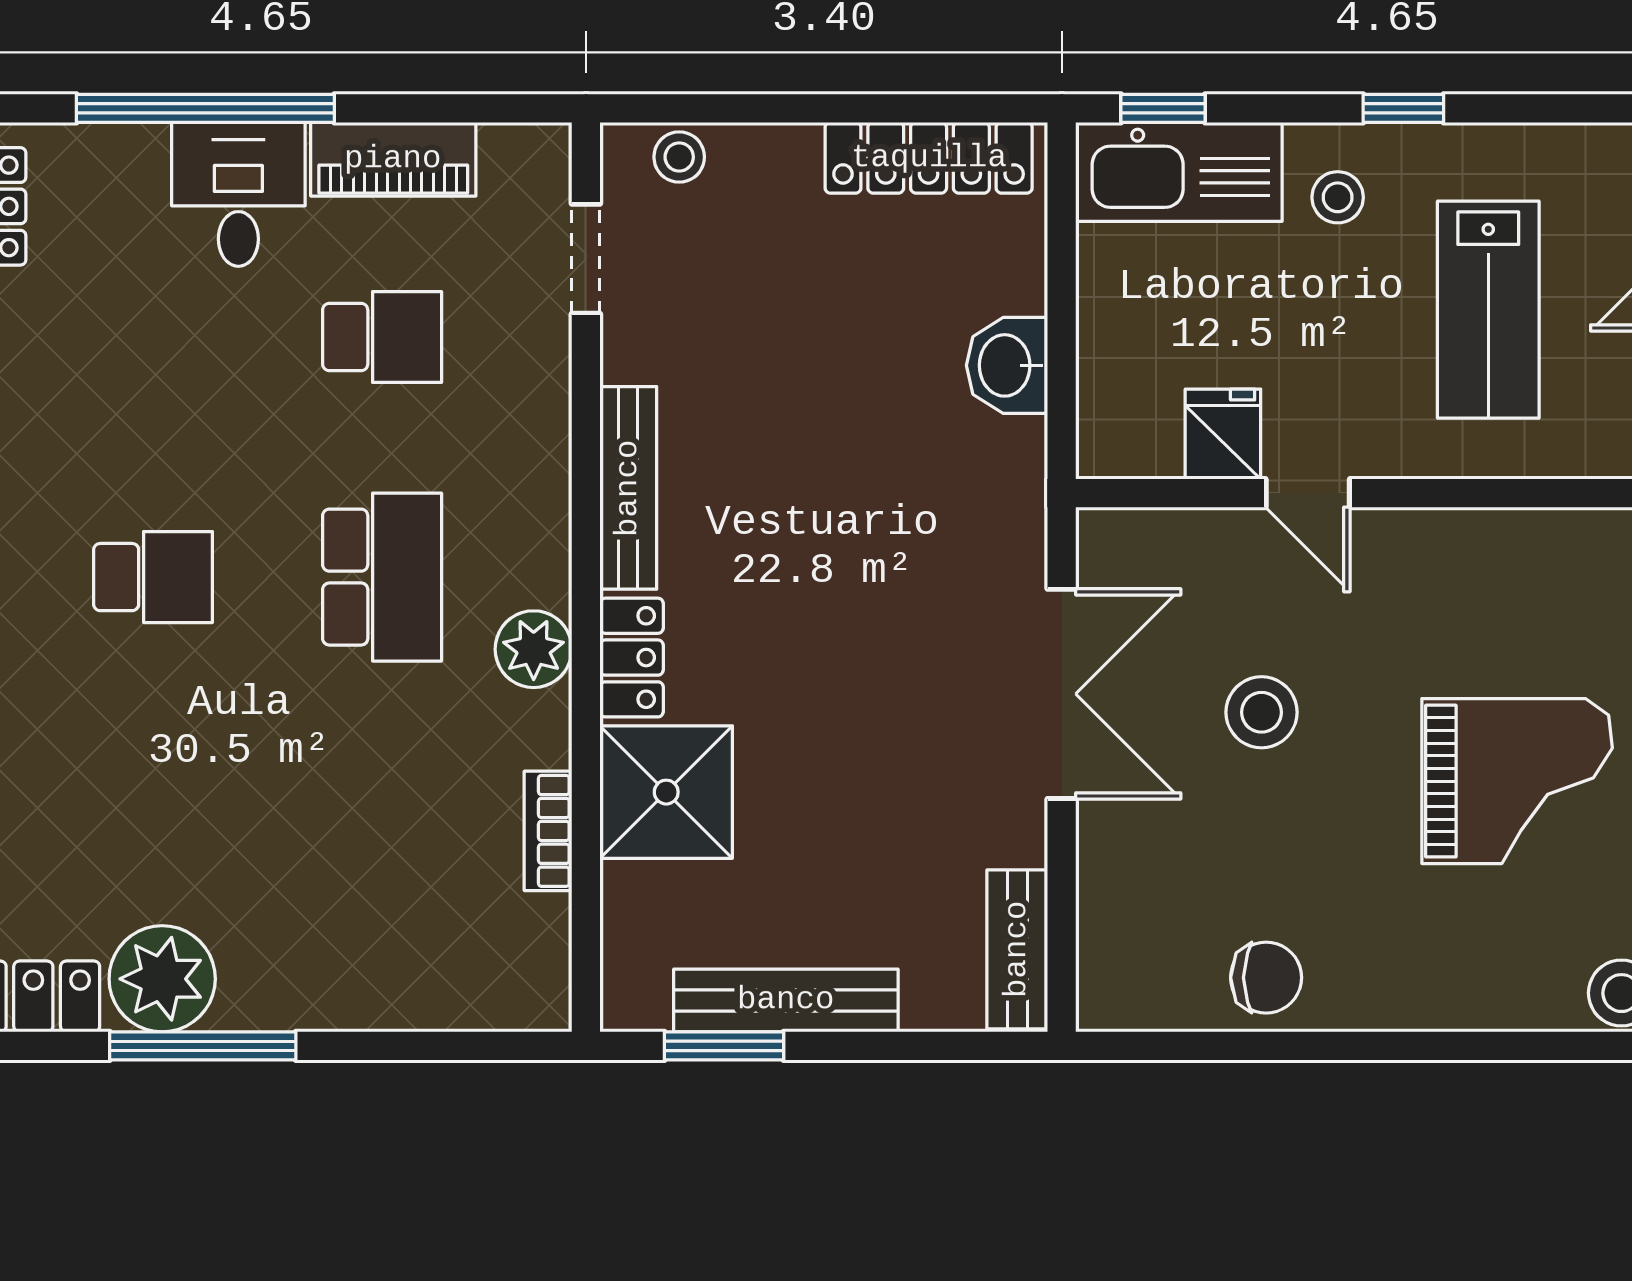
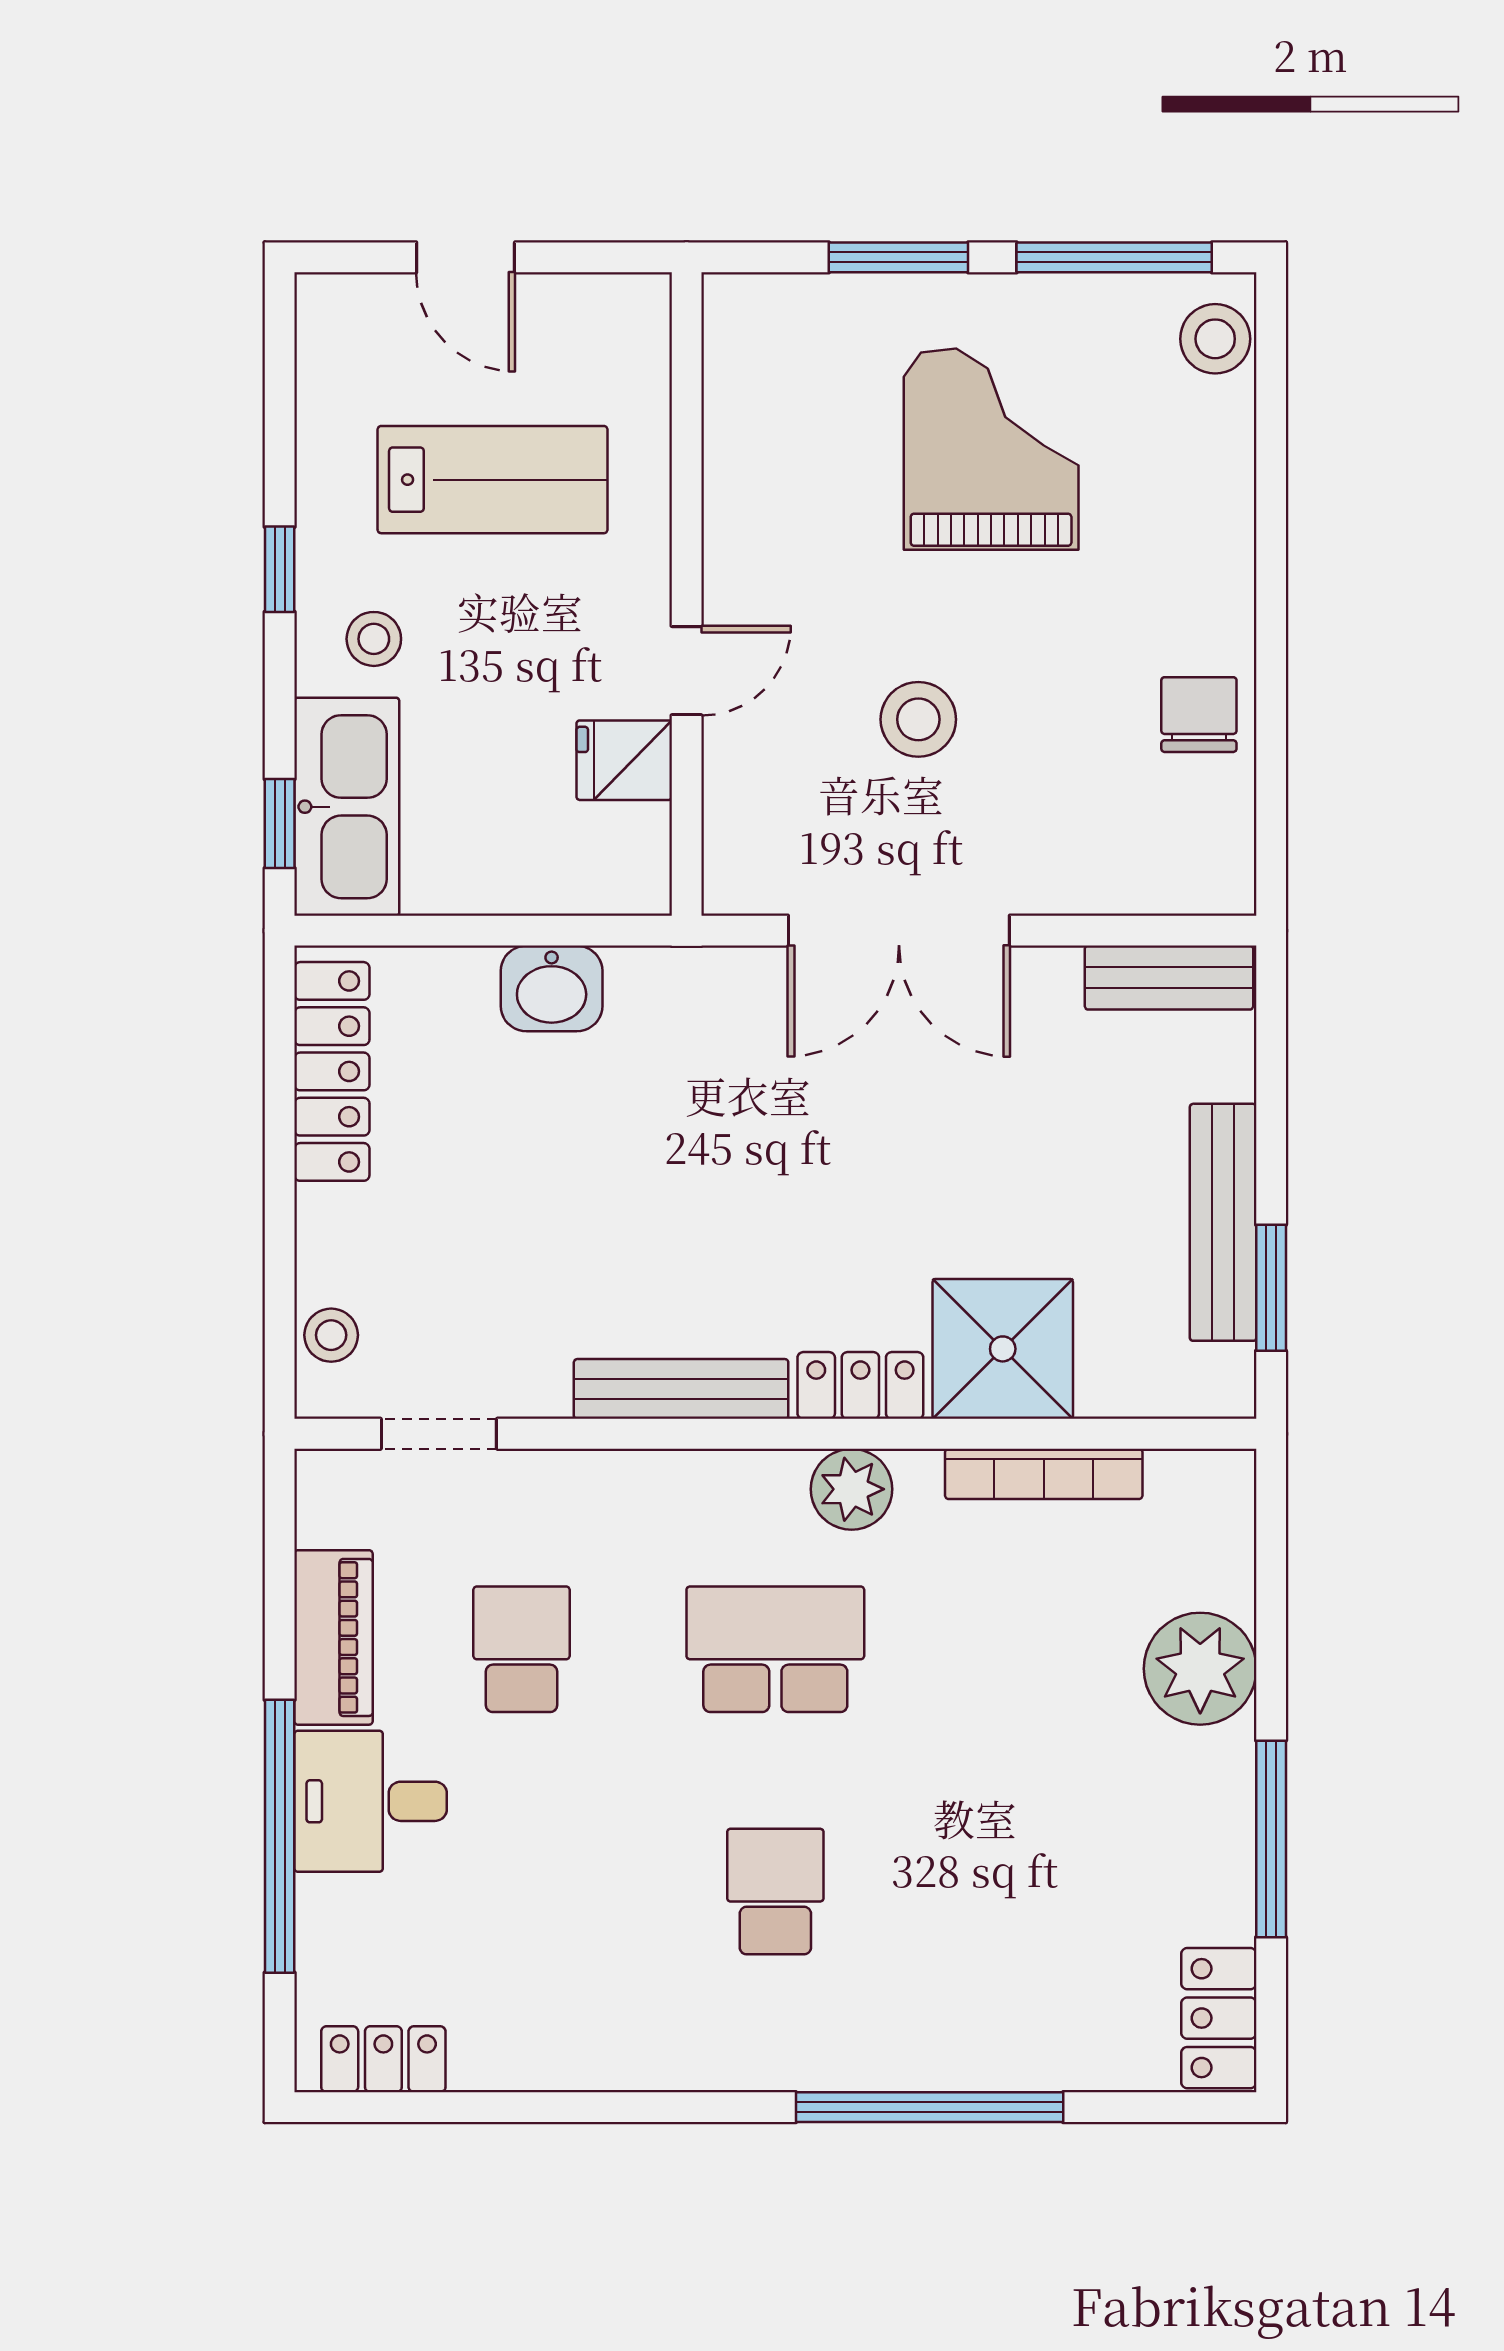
double door: (1062, 694) -> (899, 931), swing flipped
bookcase: (548, 831) -> (1044, 1474), width x1.56
plant: (162, 979) -> (1200, 1669), moved

